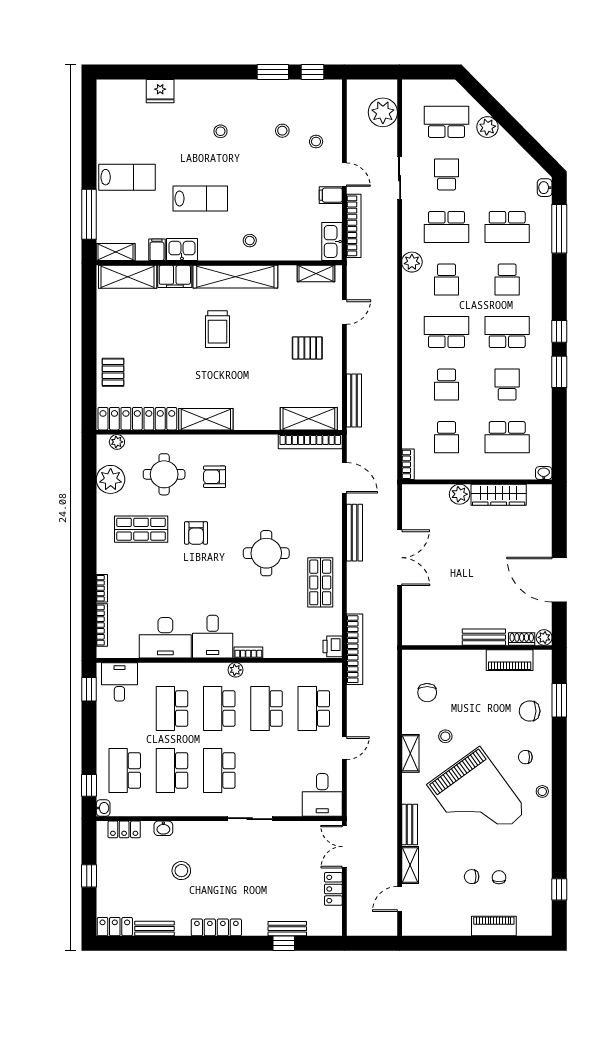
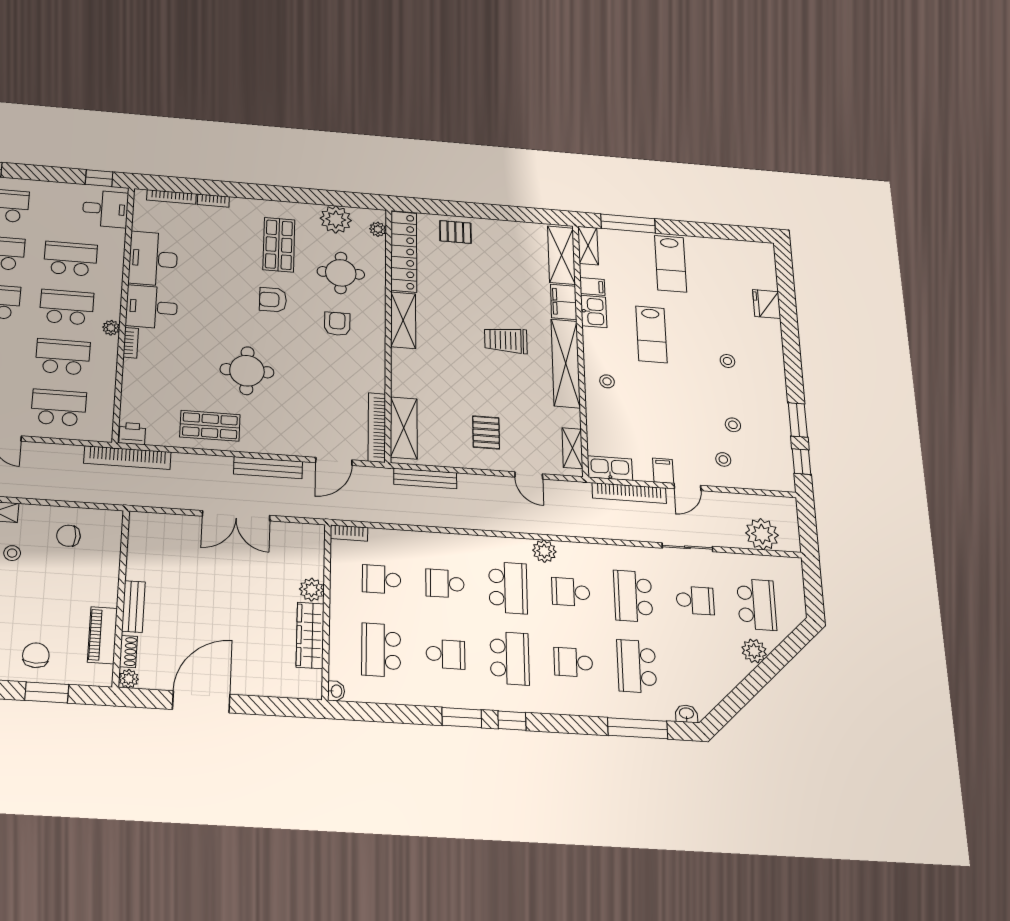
plant: (412, 262) -> (544, 551), moved

